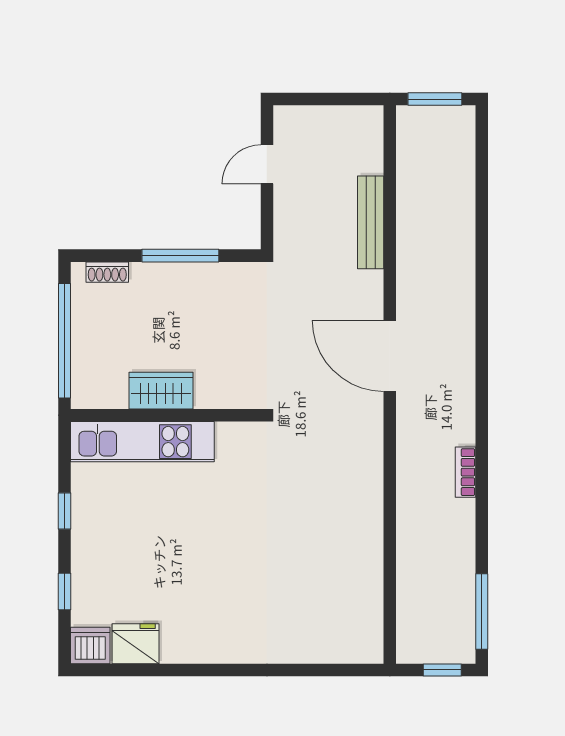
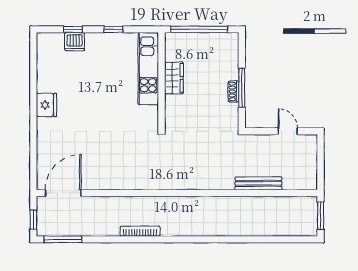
shoe rack: (107, 272) -> (234, 91), moved
door: (390, 356) -> (63, 193), moved
bookcase: (466, 472) -> (140, 231), width x1.56
fridge: (136, 644) -> (47, 105), moved
dishwasher: (90, 646) -> (75, 42), moved, turned 90

